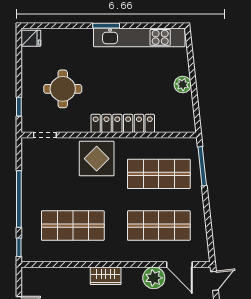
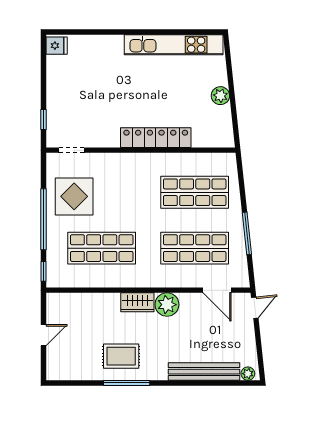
window: (106, 26) -> (138, 32), removed
round table: (63, 89) -> (91, 100), removed
display table: (97, 159) -> (74, 196), moved
window: (202, 166) -> (247, 233), moved
plant: (154, 278) -> (167, 305), moved

